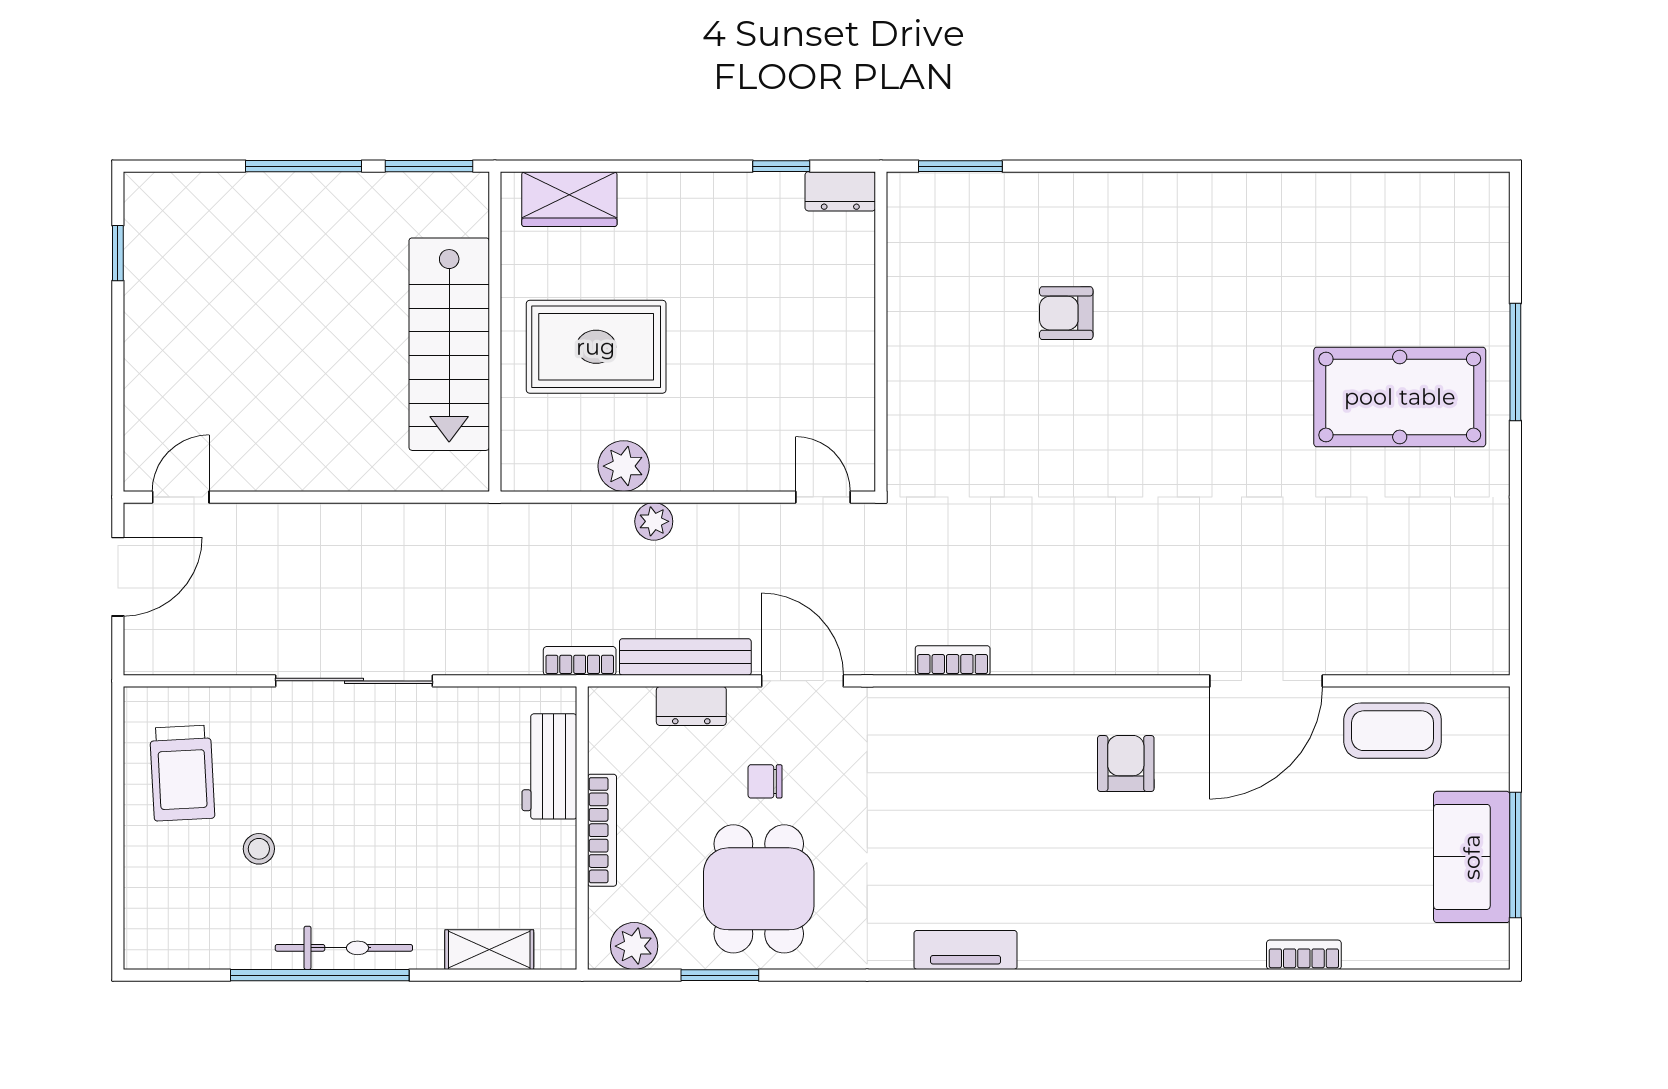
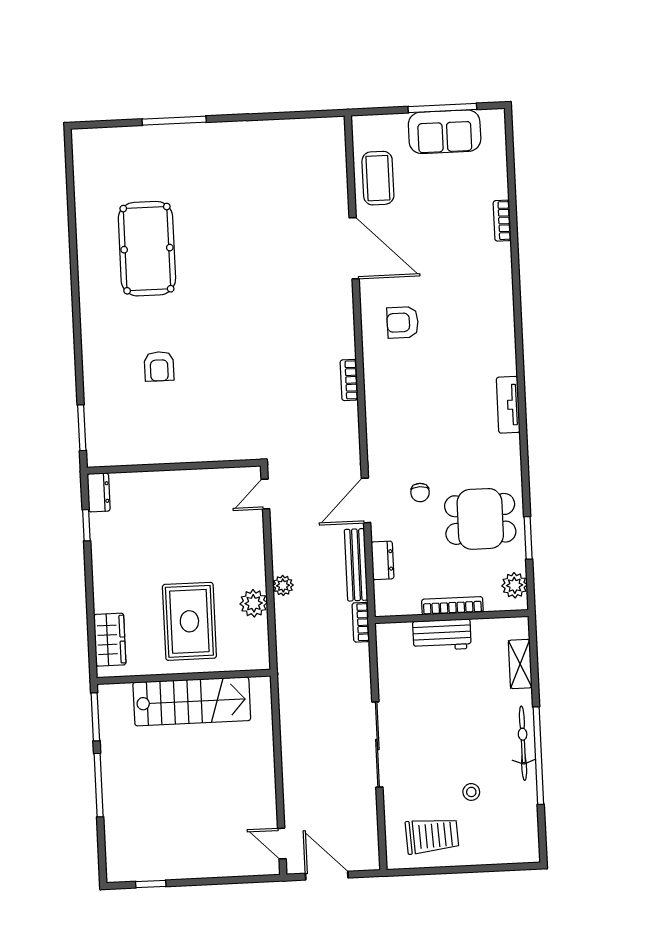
pool table: (1400, 397) -> (147, 249), moved
bookcase: (953, 660) -> (349, 380), moved
workbench: (549, 766) -> (442, 635), moved
chair: (765, 781) -> (420, 493), moved

